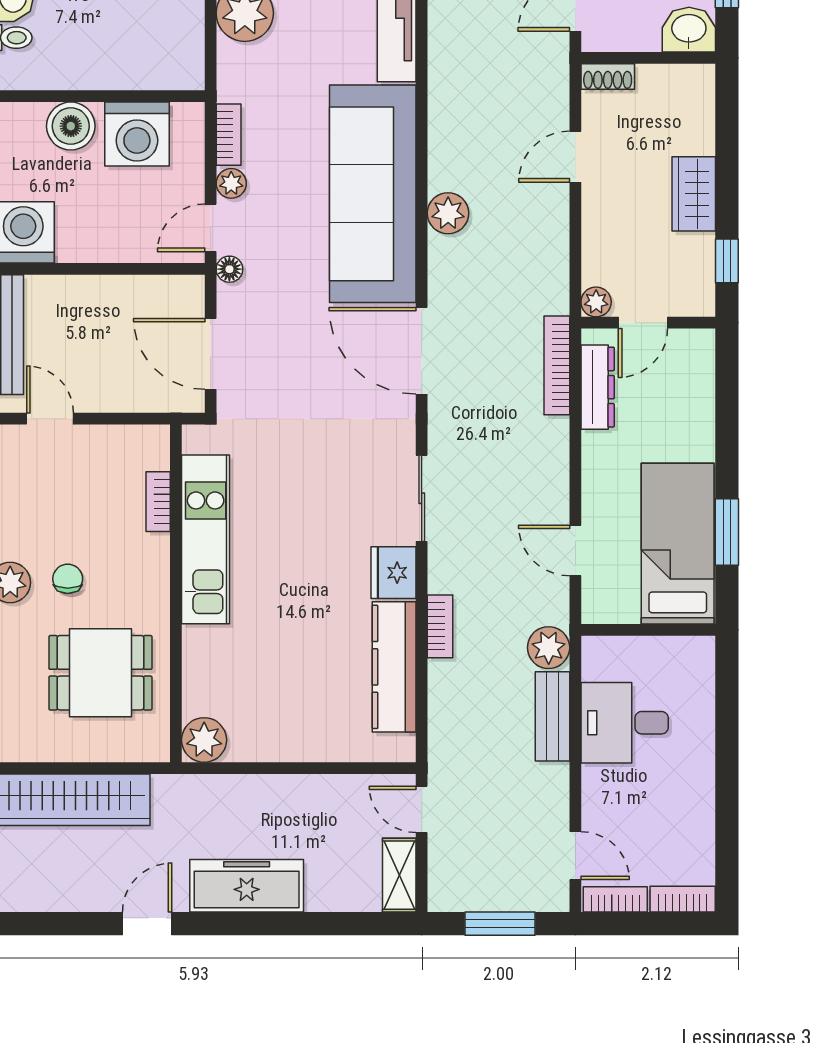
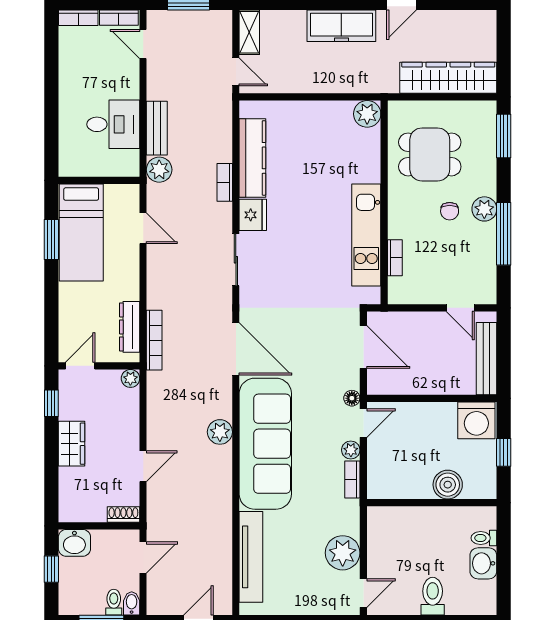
washing machine: (137, 134) -> (408, 480), removed
door: (643, 323) -> (80, 366), moved

